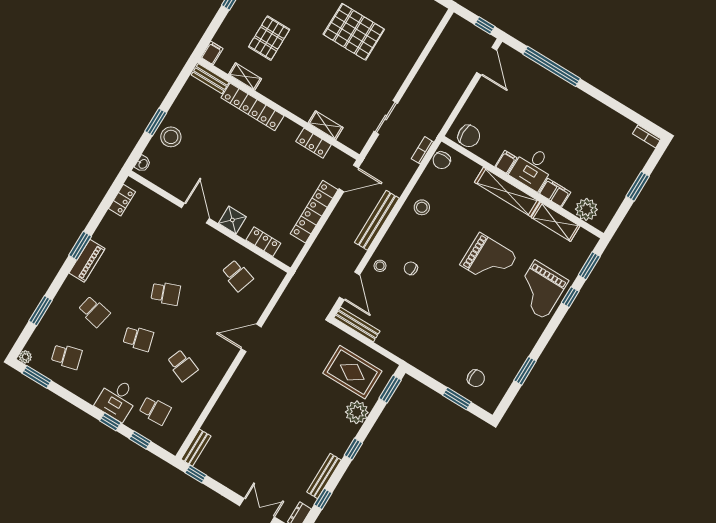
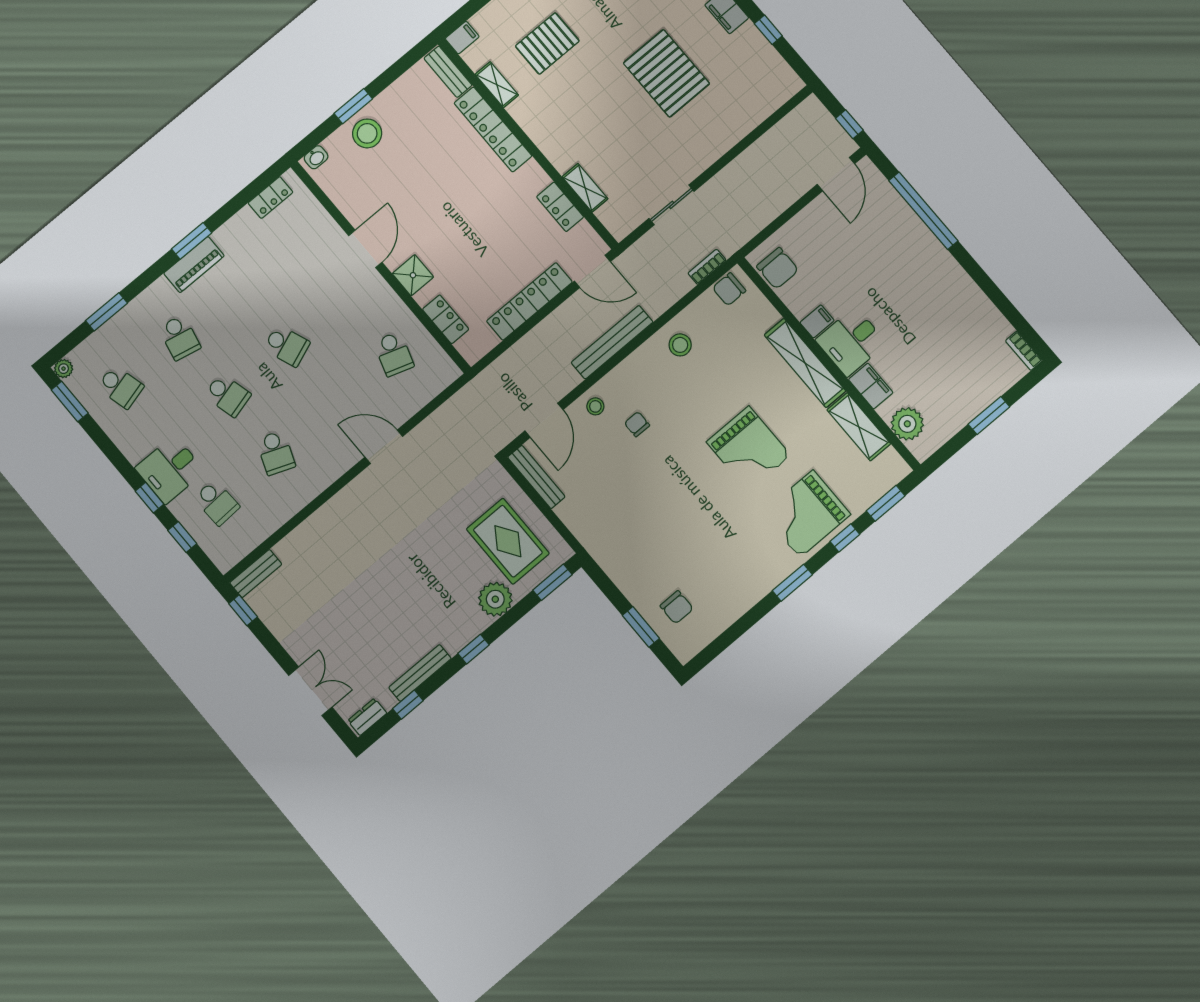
window: (525, 371) -> (792, 583), moved

